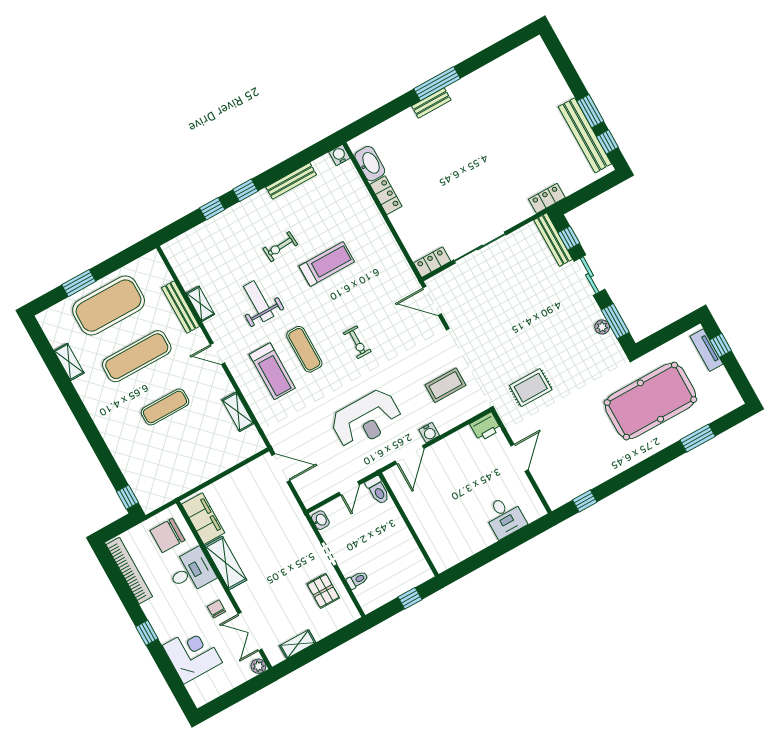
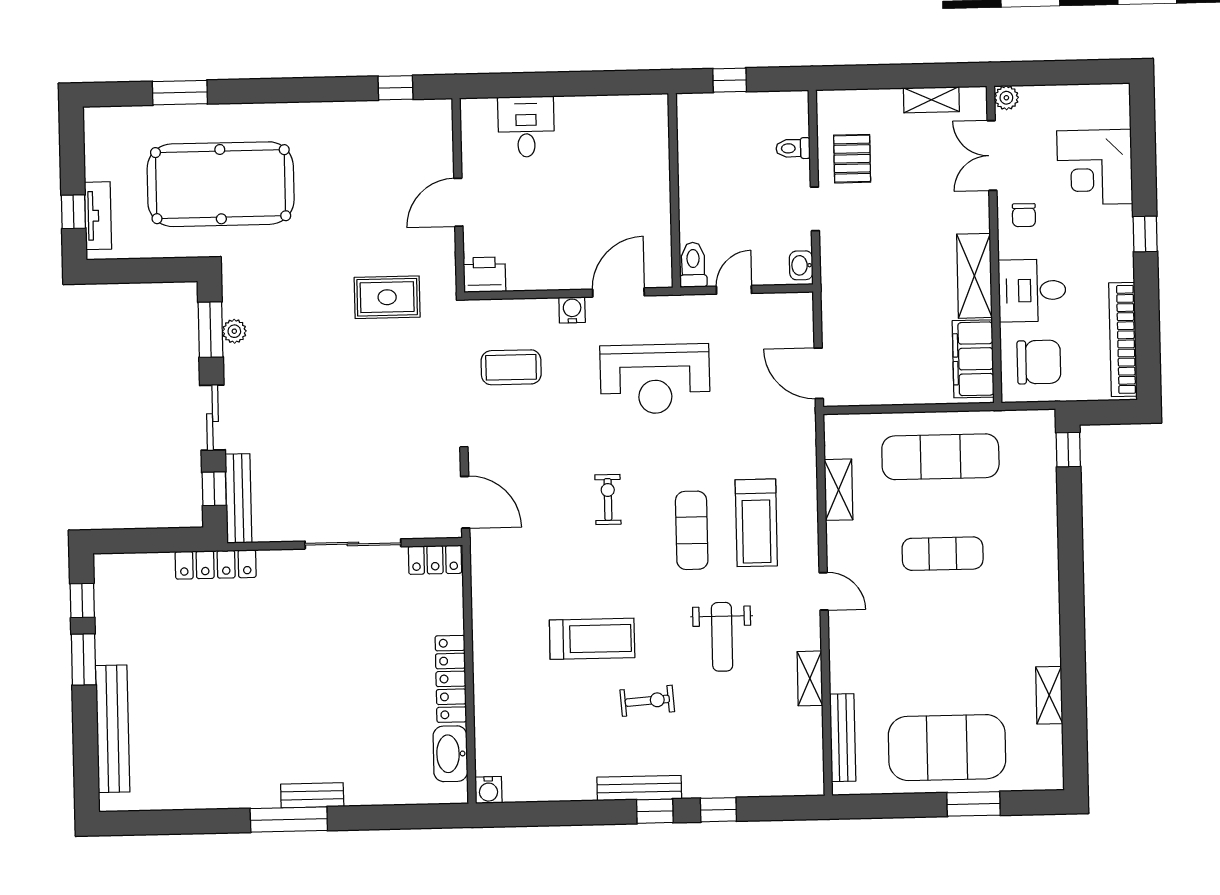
bench: (585, 135) -> (113, 729), moved
bench: (291, 181) -> (639, 788), moved
locker: (386, 195) -> (451, 679), width x1.53
locker: (547, 198) -> (216, 564), width x1.53
treadmill: (327, 264) -> (592, 639), turned 180
bench: (181, 307) -> (843, 738), moved
exercise mat: (137, 356) -> (940, 457), moved
treadmill: (272, 371) -> (756, 523), turned 180
reception desk: (366, 419) -> (655, 379), turned 180
double door: (250, 632) -> (992, 155), swing flipped

